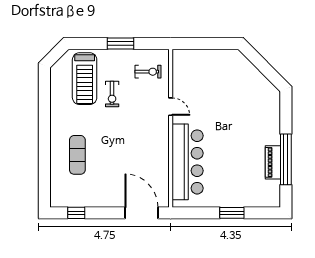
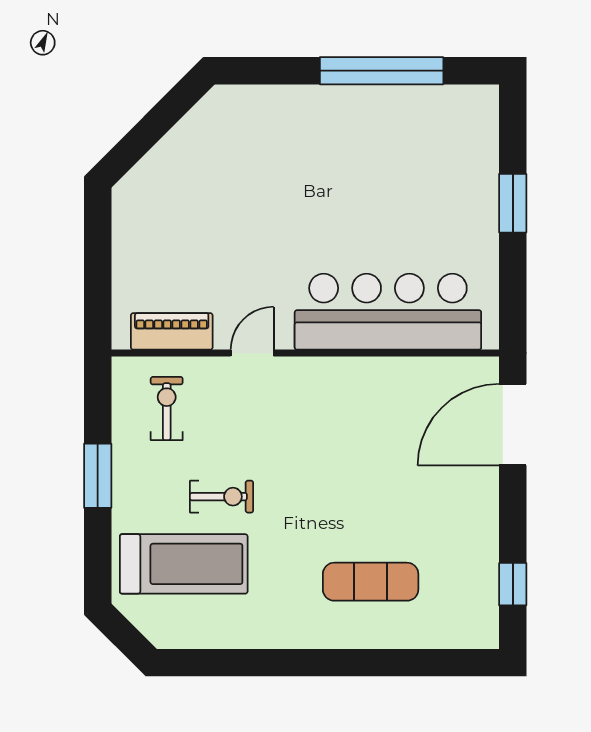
piano: (273, 162) -> (172, 331), moved, turned 180

